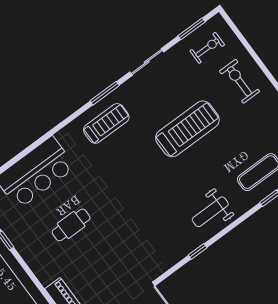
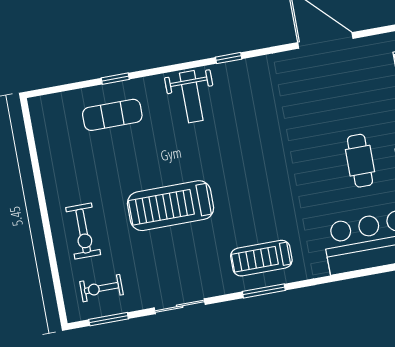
window: (105, 93) -> (264, 291), moved
weight bench: (210, 212) -> (191, 97), turned 90
cafe table: (71, 225) -> (360, 161), turned 90

